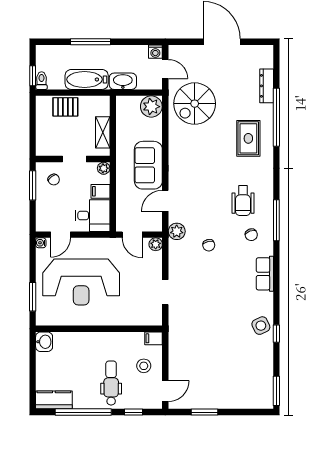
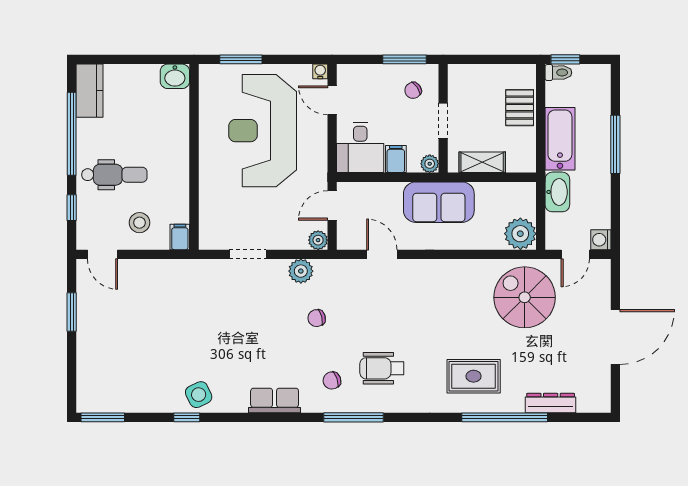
sofa: (148, 165) -> (439, 202), moved, turned 180
plant: (177, 231) -> (301, 271), moved

